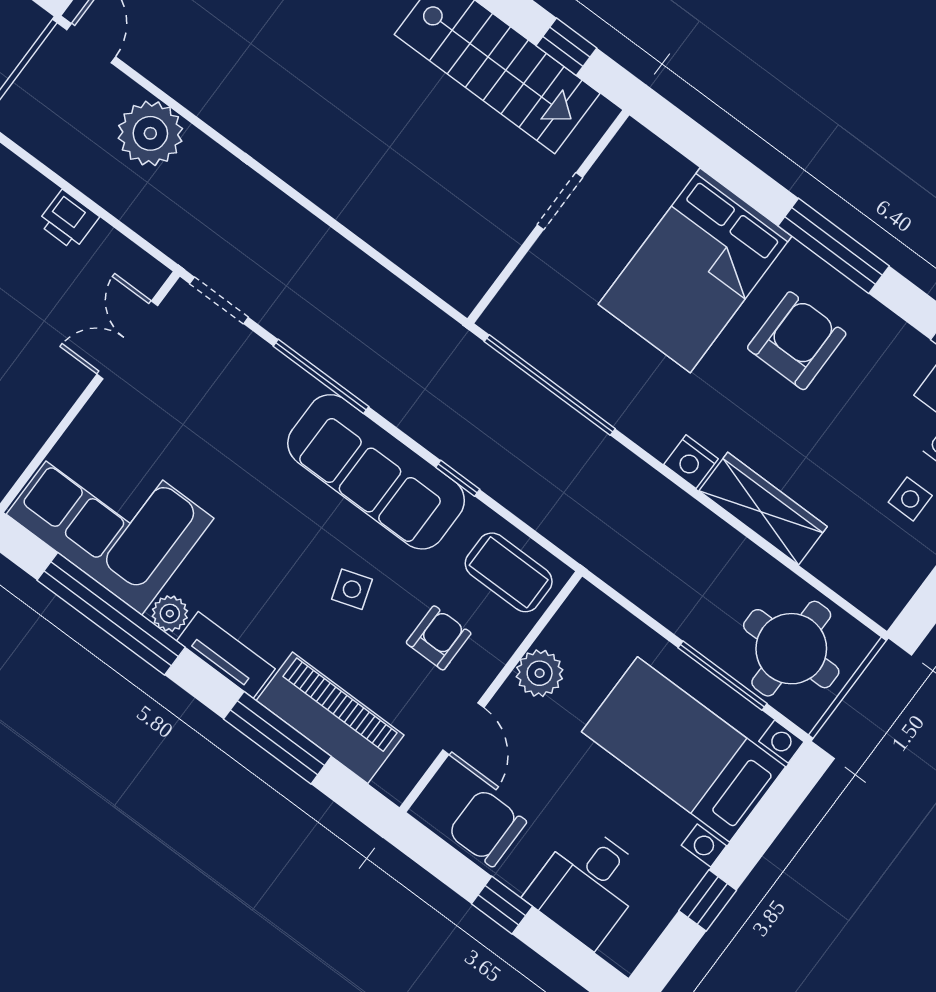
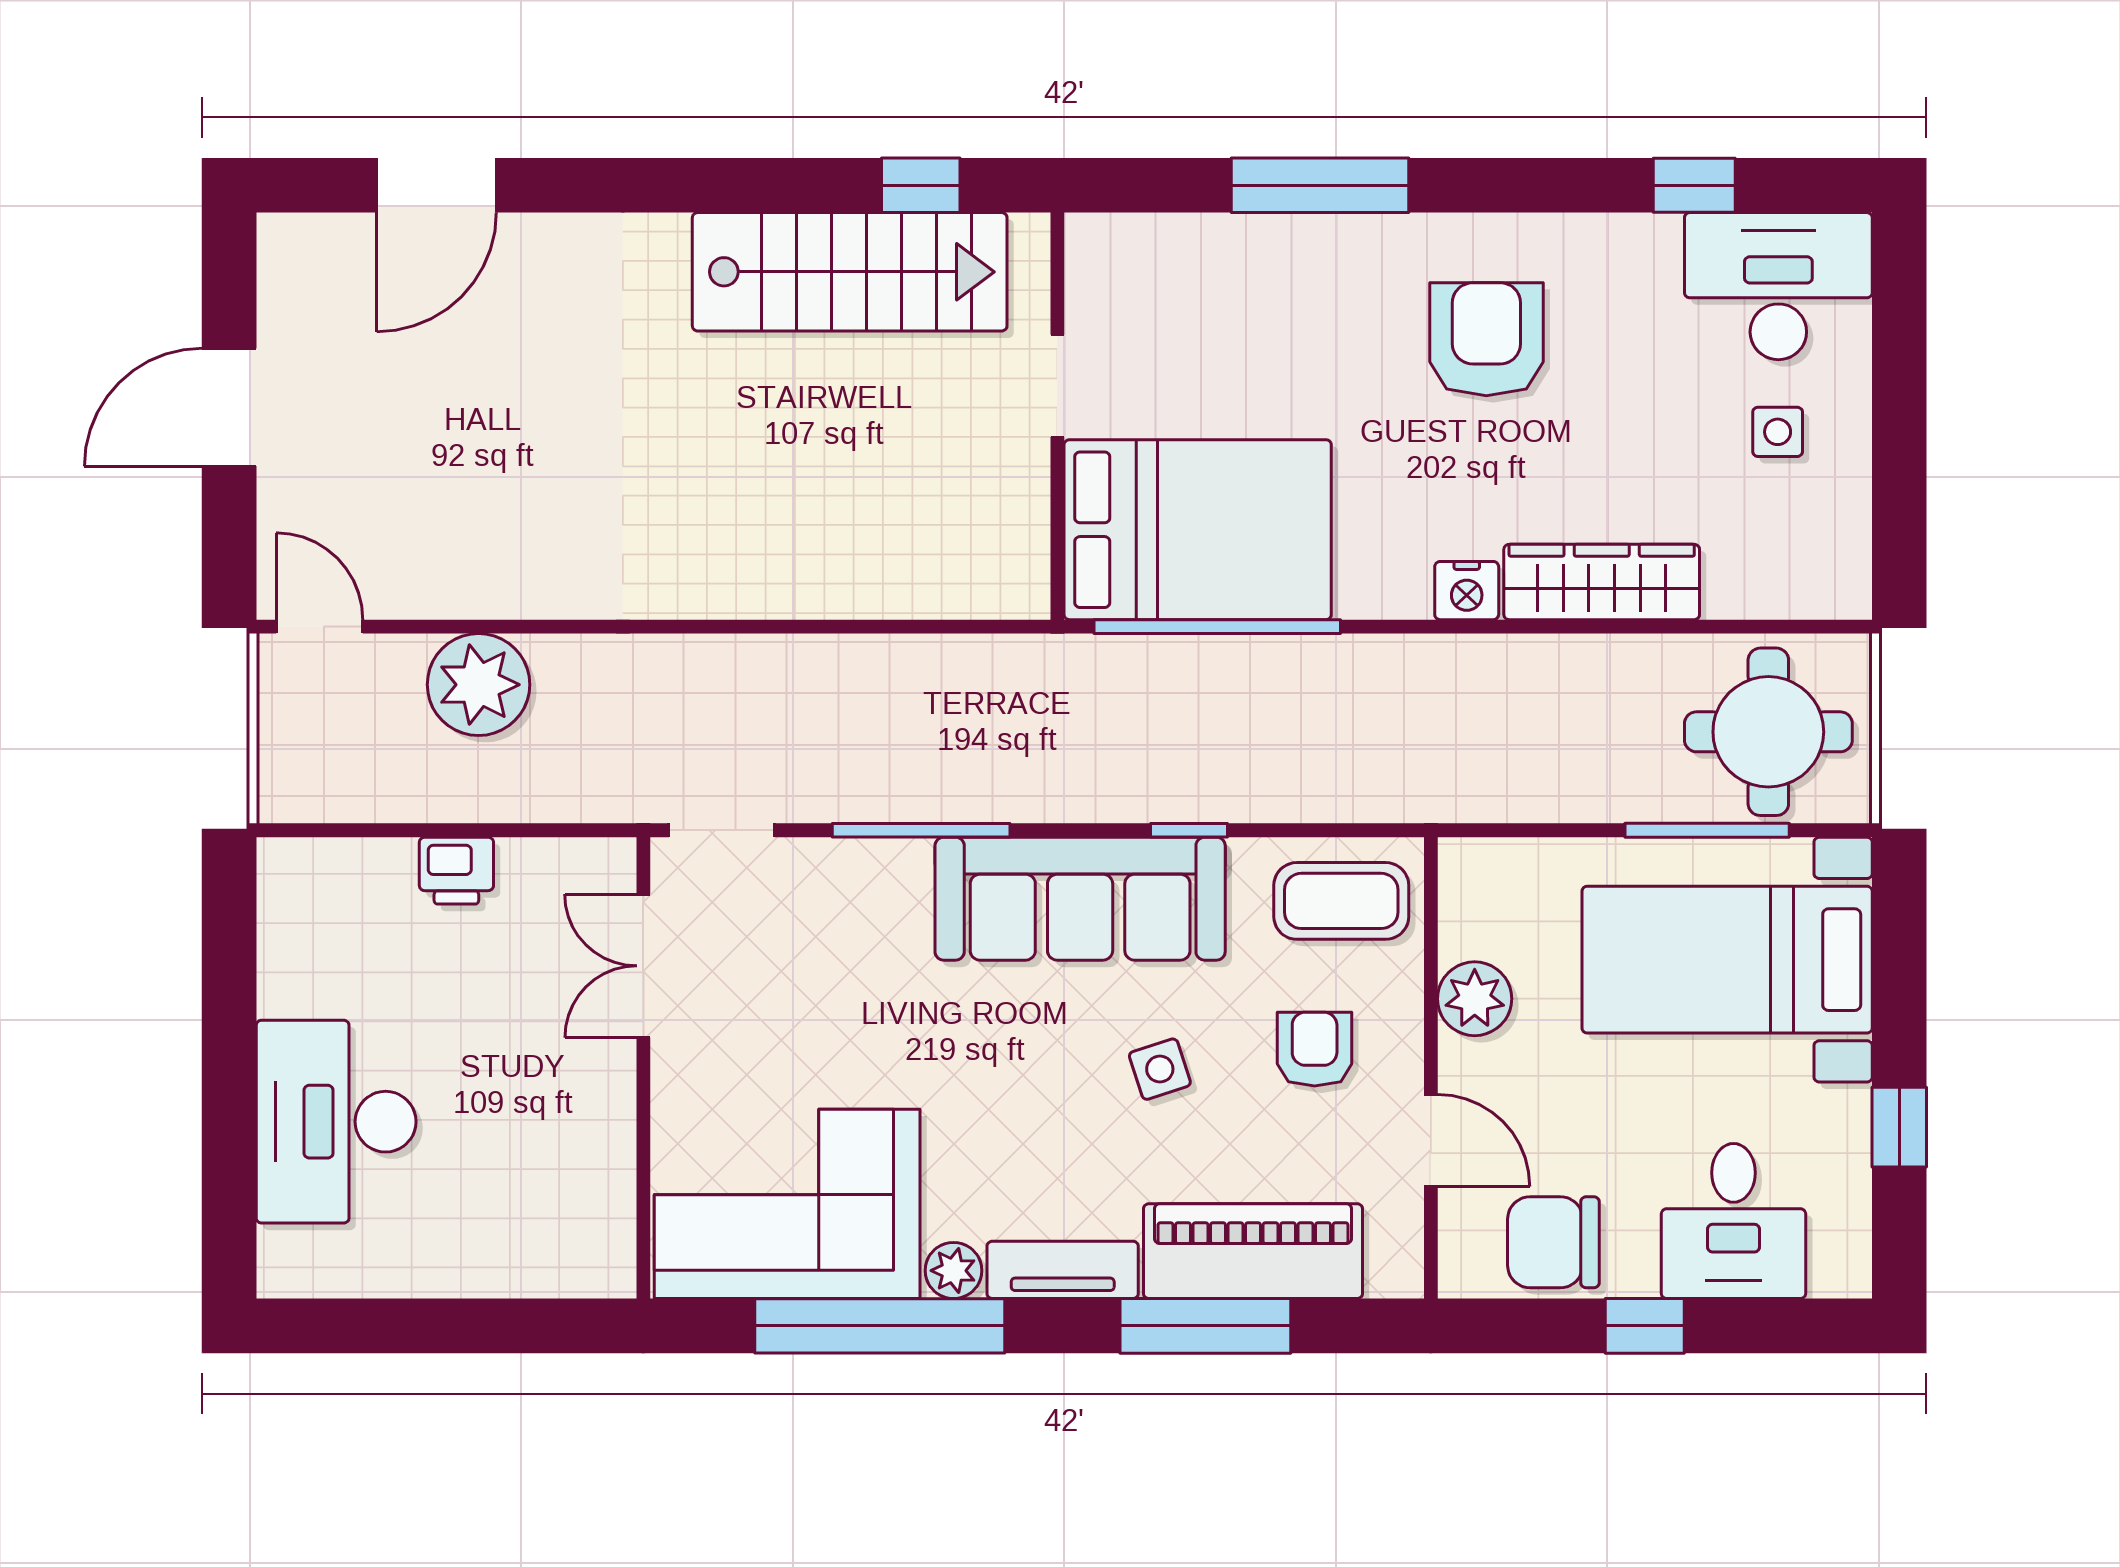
window: (834, 246) -> (1320, 185), moved
bed: (695, 270) -> (1198, 530), moved, turned -90

